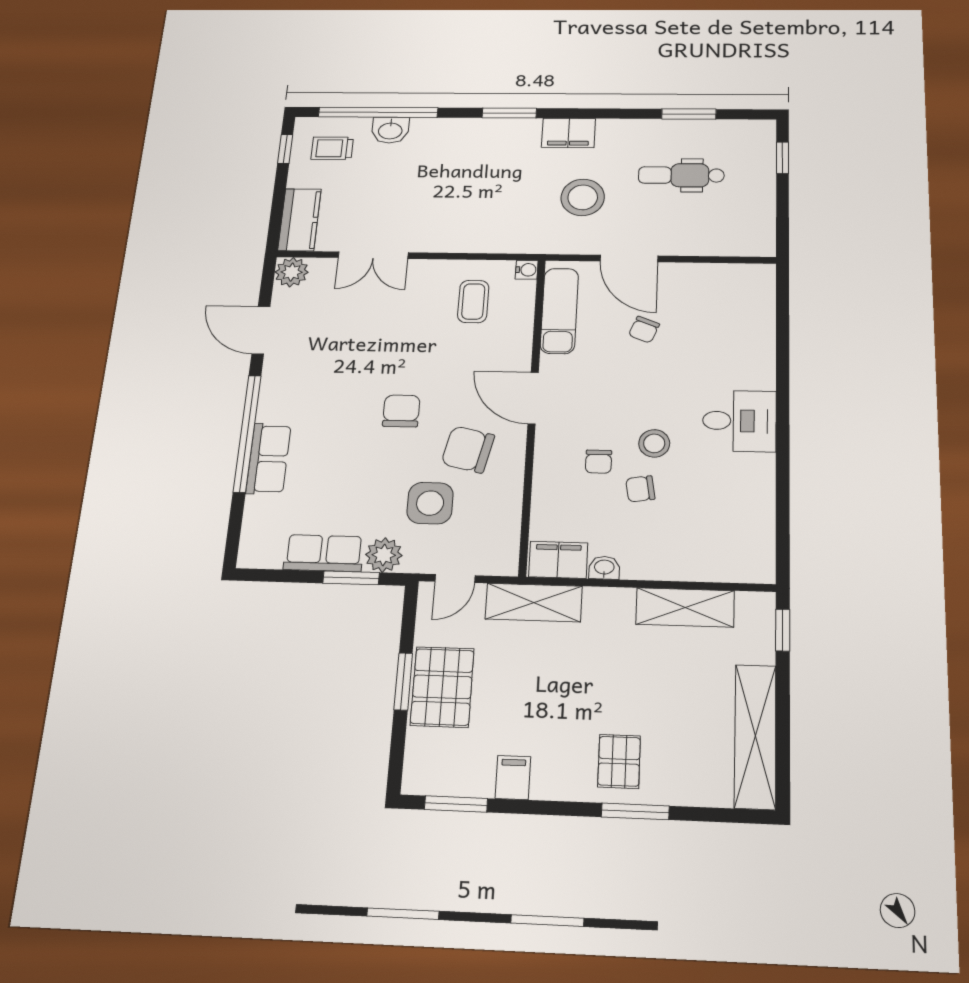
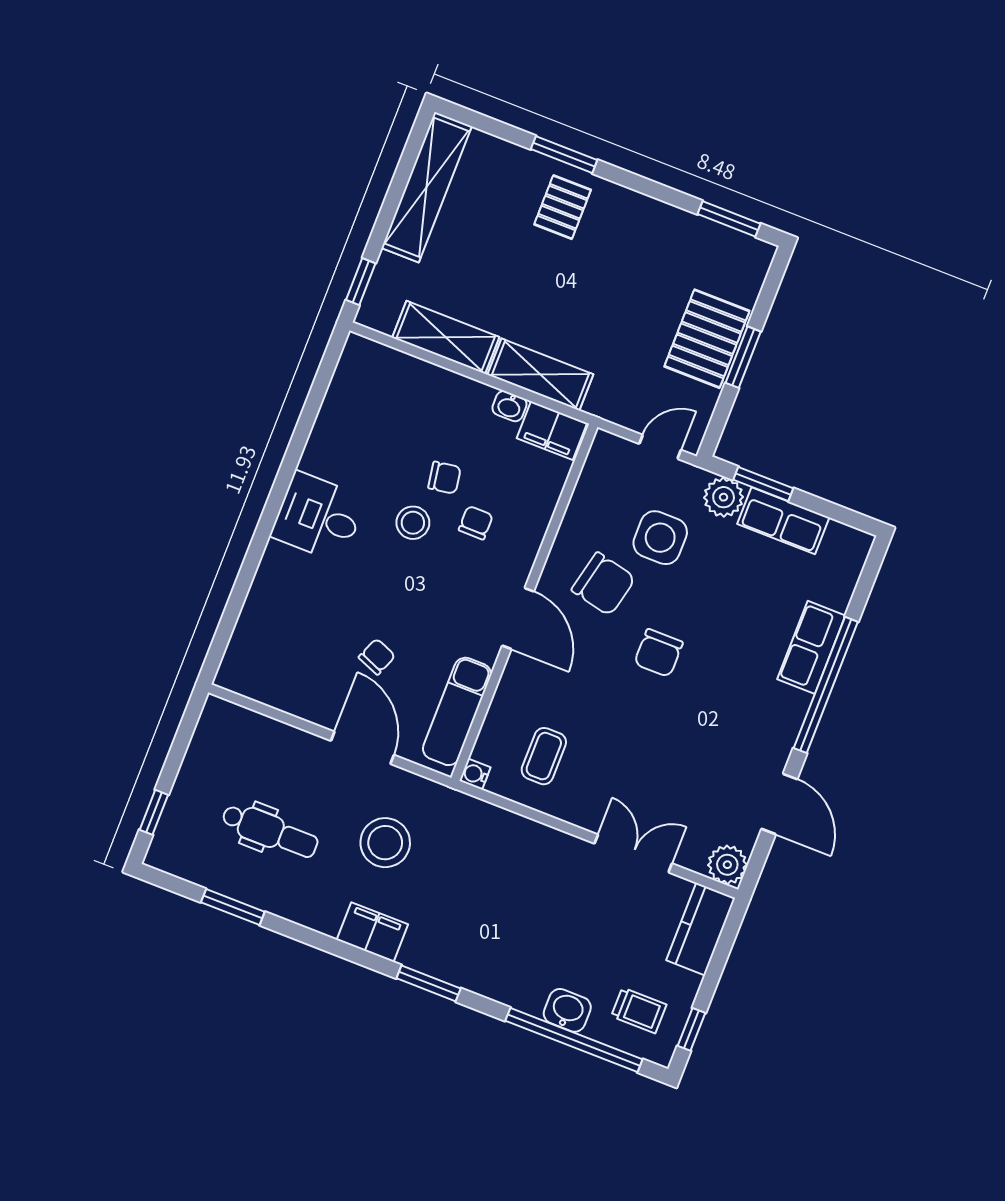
shelving: (534, 603) -> (540, 374), moved
filing cabinet: (513, 778) -> (667, 226), removed

